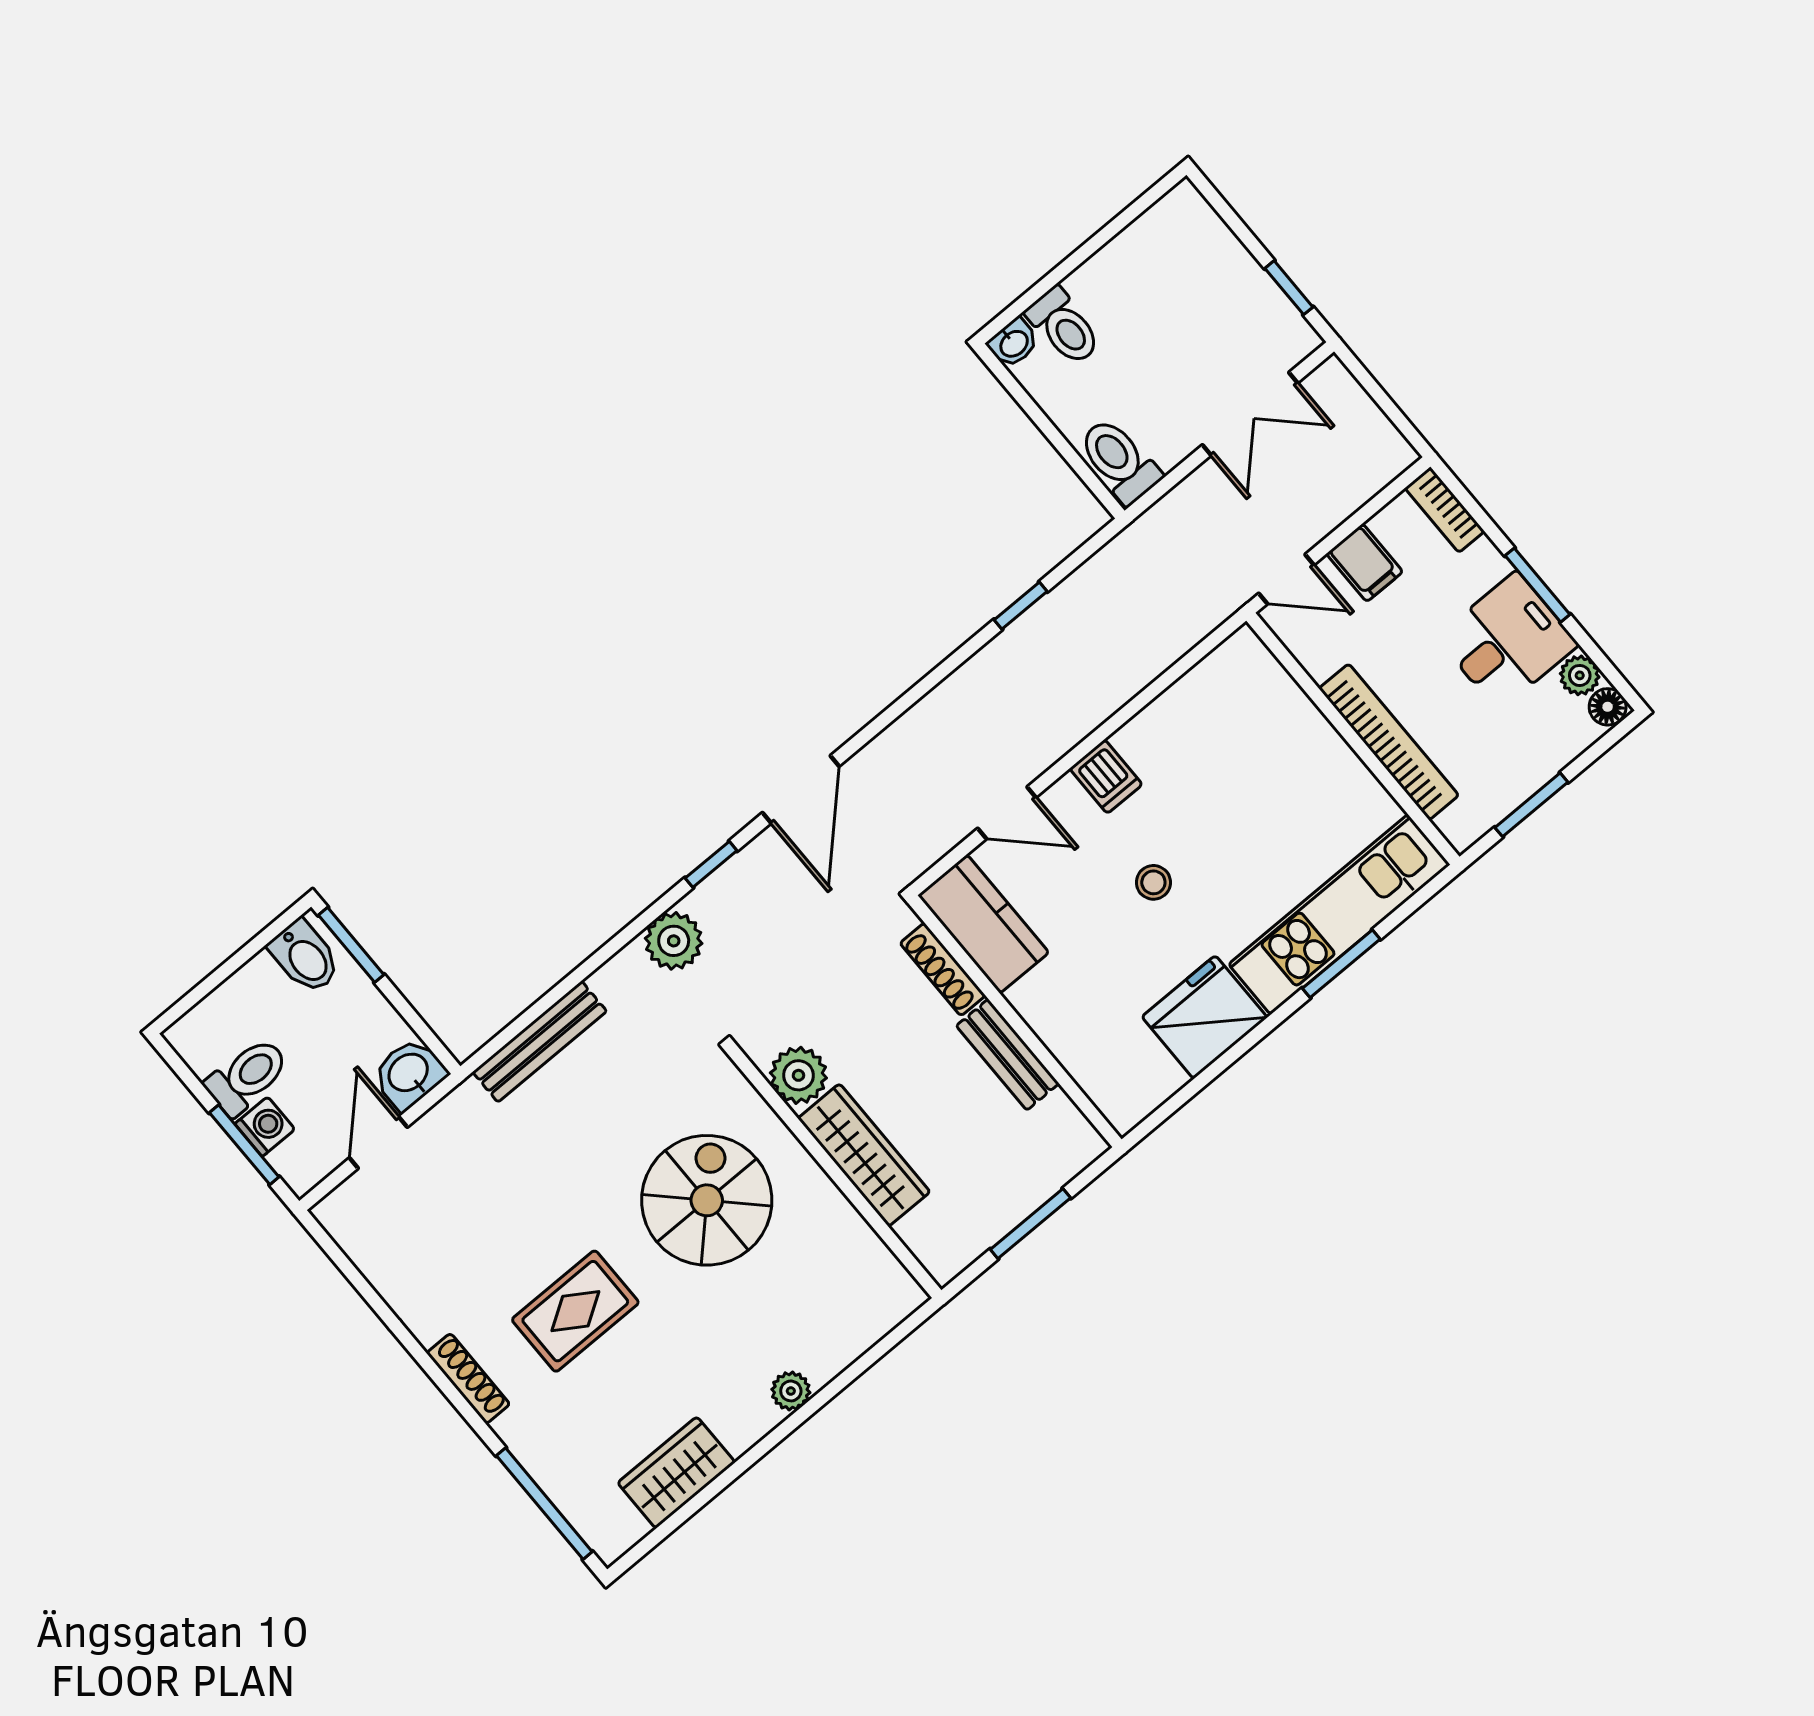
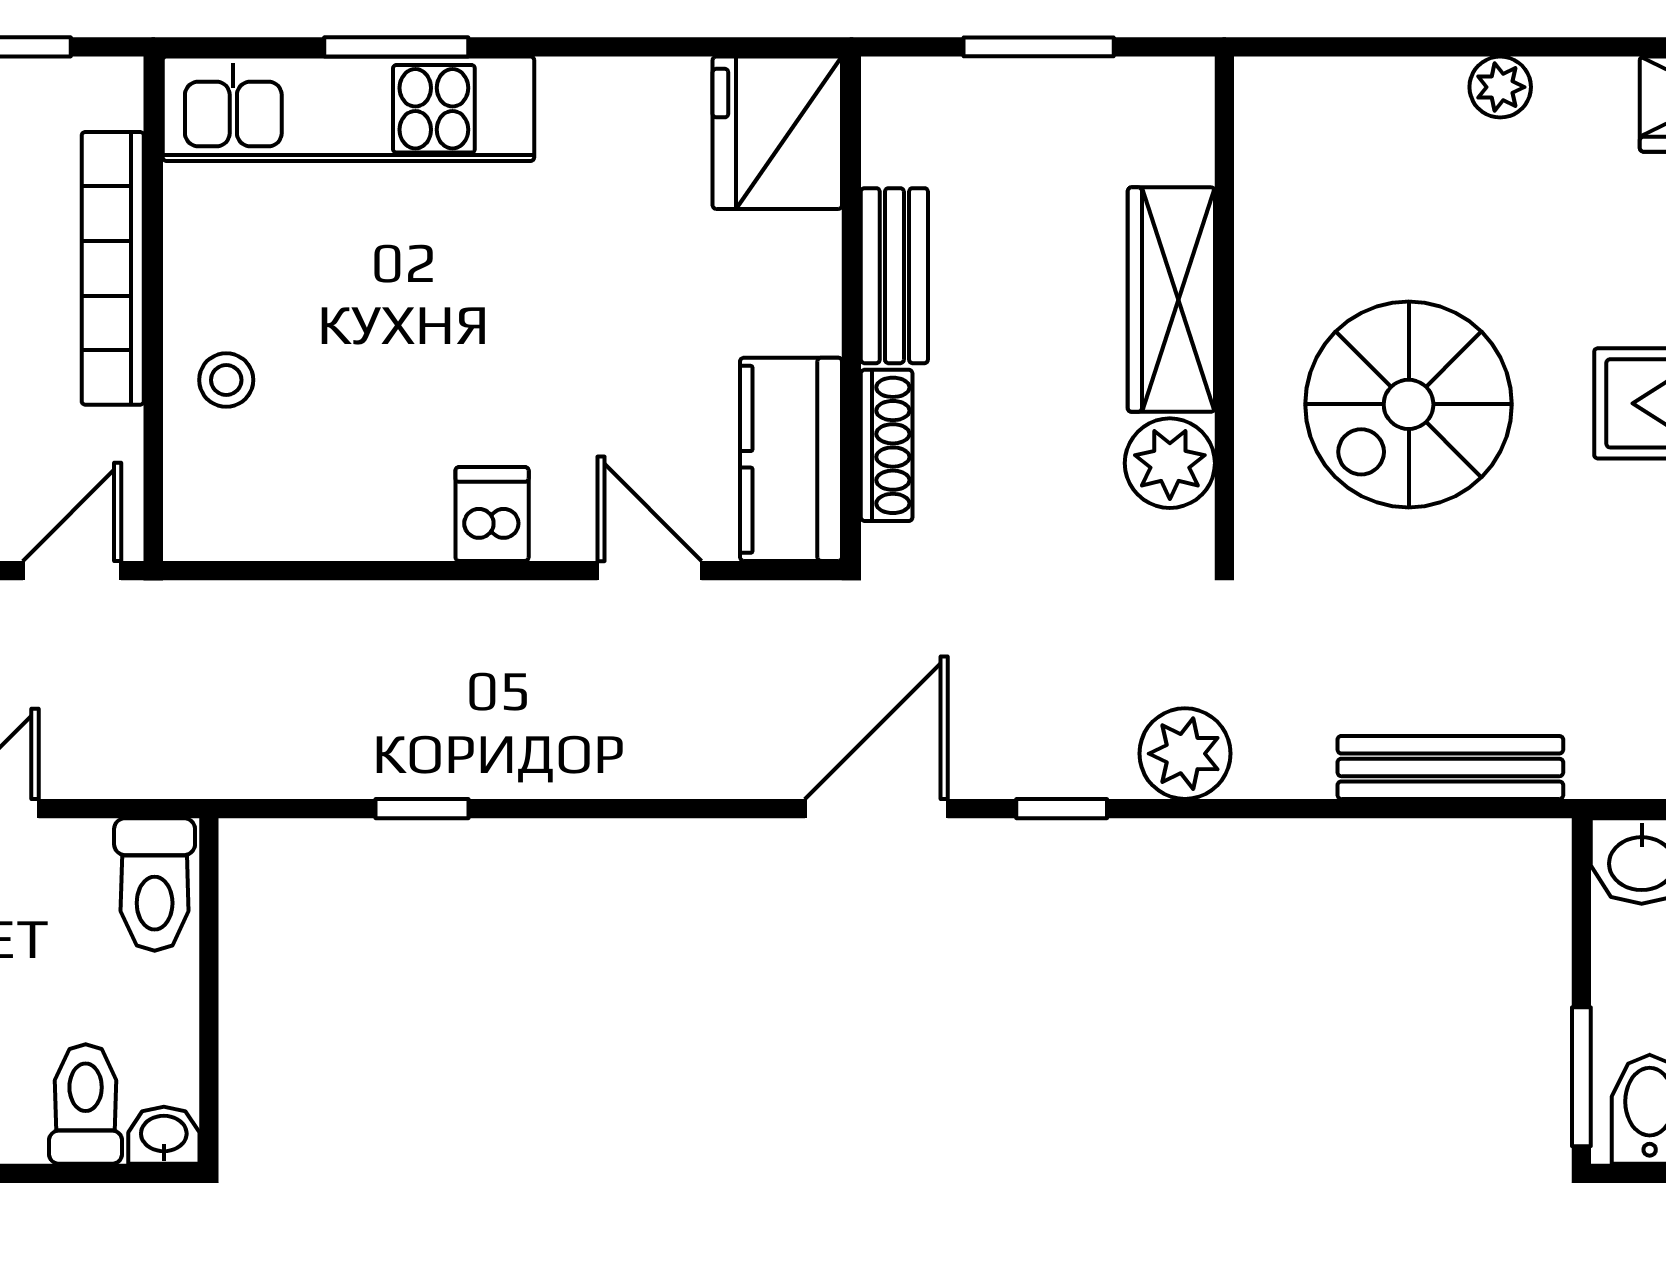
door: (1286, 579) -> (72, 571), hinge flipped
stool: (1153, 882) -> (226, 380), moved
fridge: (1205, 1017) -> (777, 133), moved, turned 90

